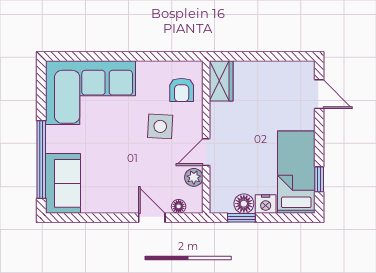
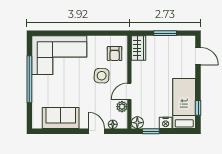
window: (265, 56) -> (165, 33), added
window: (41, 159) -> (29, 79), moved
sofa: (63, 183) -> (61, 118), moved, turned -90
floor lamp: (244, 204) -> (137, 123), moved

